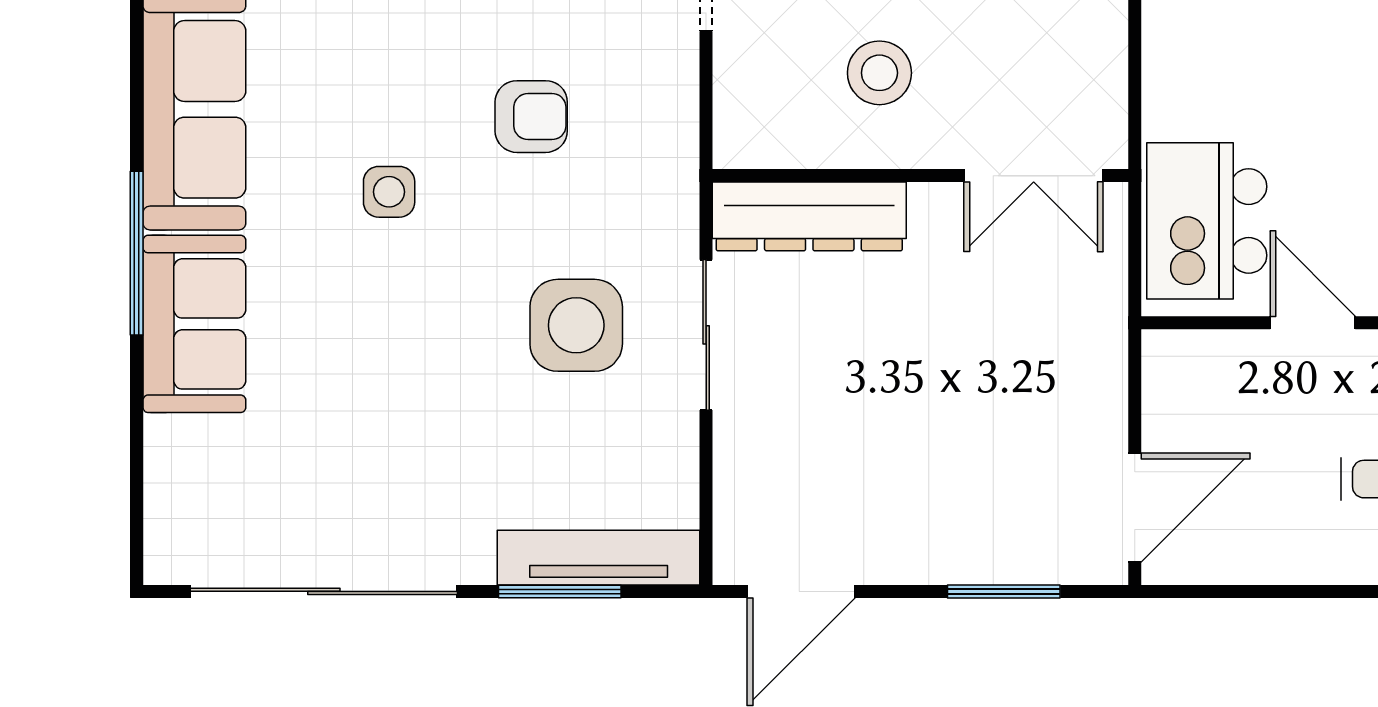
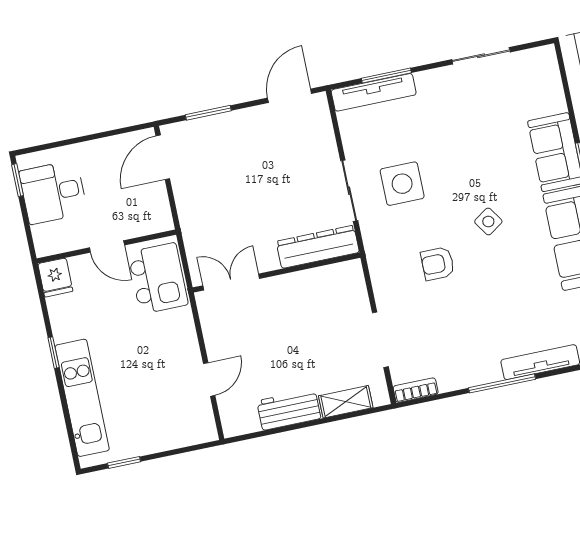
stool: (879, 73) -> (302, 310), removed
side table: (389, 192) -> (488, 222), turned -34
sliding door: (324, 591) -> (481, 56), width x0.54

